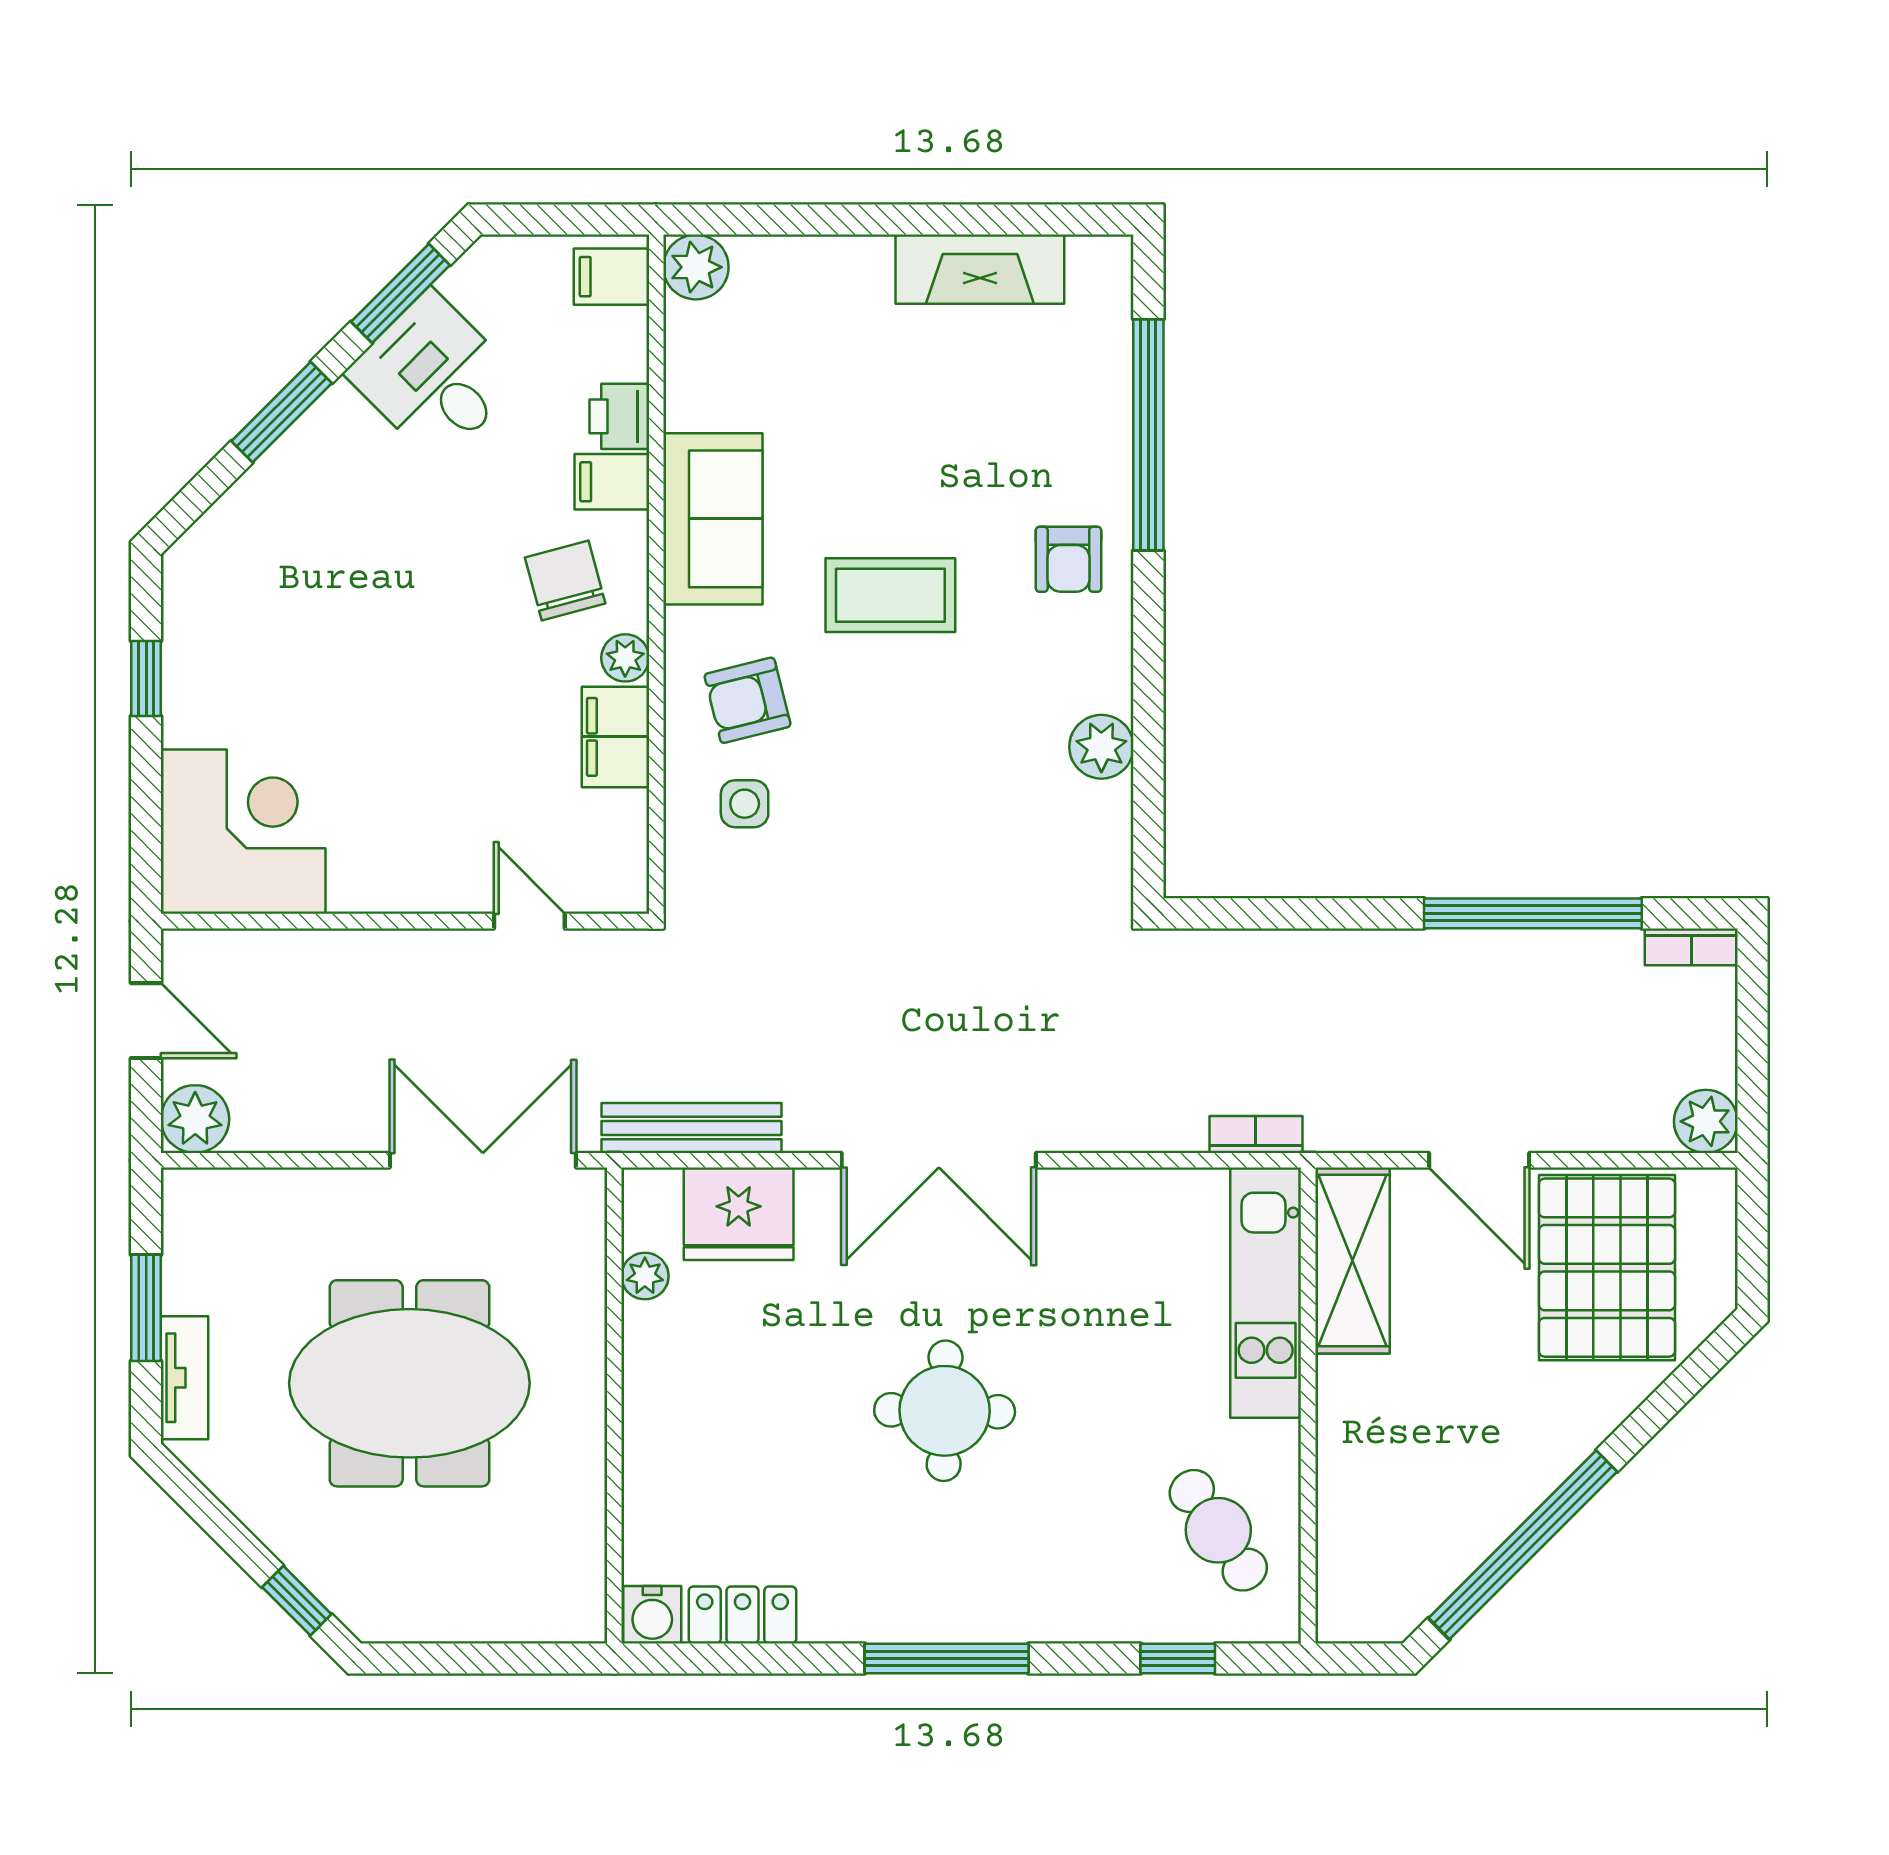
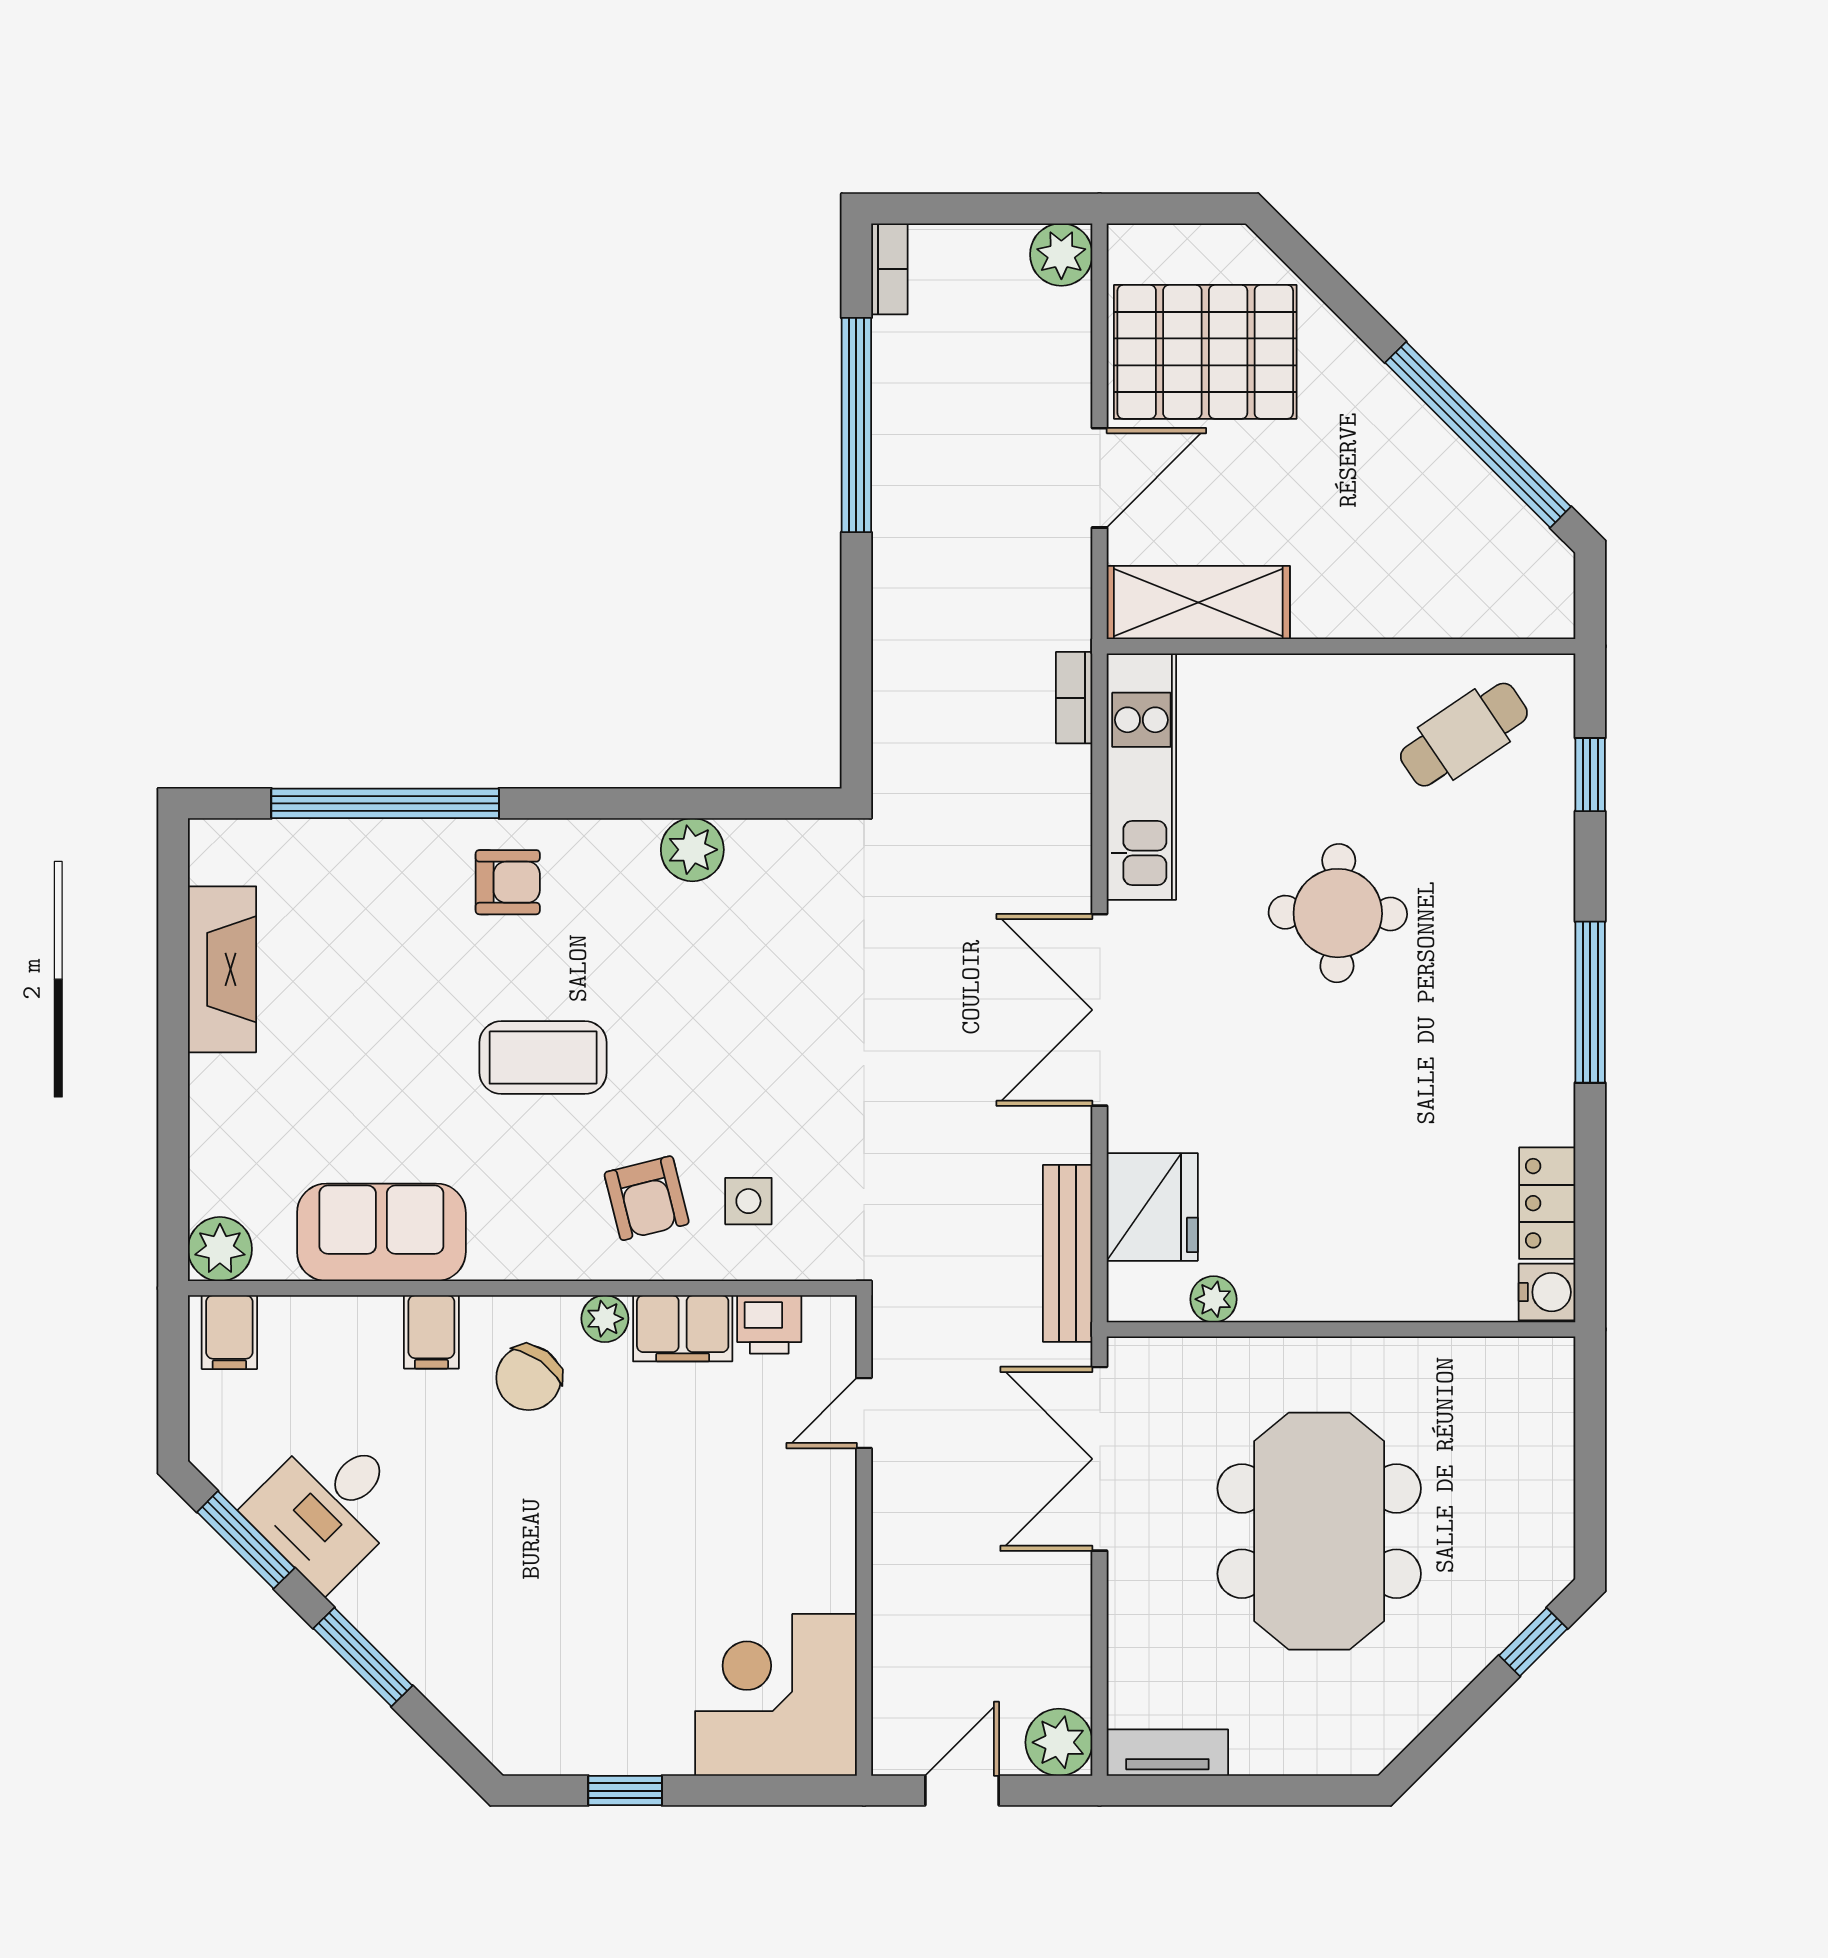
printer: (619, 416) -> (769, 1324), moved
sofa: (713, 519) -> (381, 1232), moved
chair: (565, 581) -> (529, 1378), turned -39
coffee table: (890, 595) -> (543, 1058), turned 90
double door: (939, 1160) -> (1100, 1010), swing flipped
kitchen unit: (1266, 1293) -> (1141, 777), moved, turned -90
window: (146, 1308) -> (1245, 1791), removed
tv unit: (185, 1378) -> (1167, 1753), moved
round table: (945, 1411) -> (1338, 913), moved

